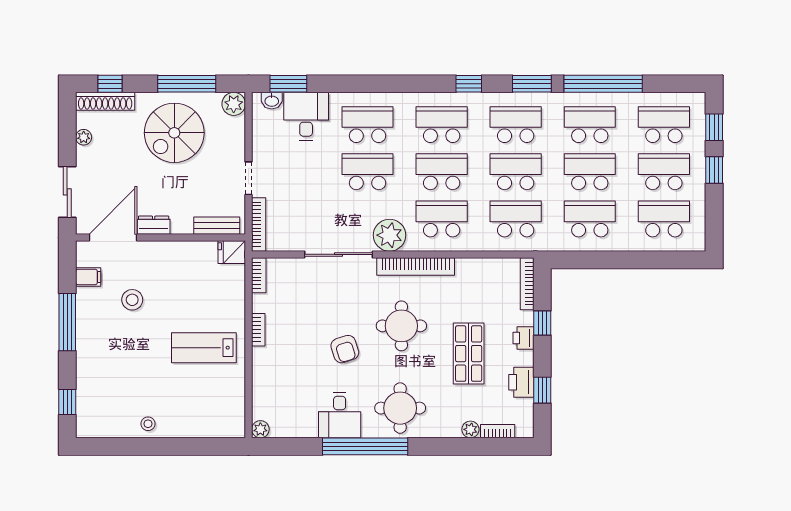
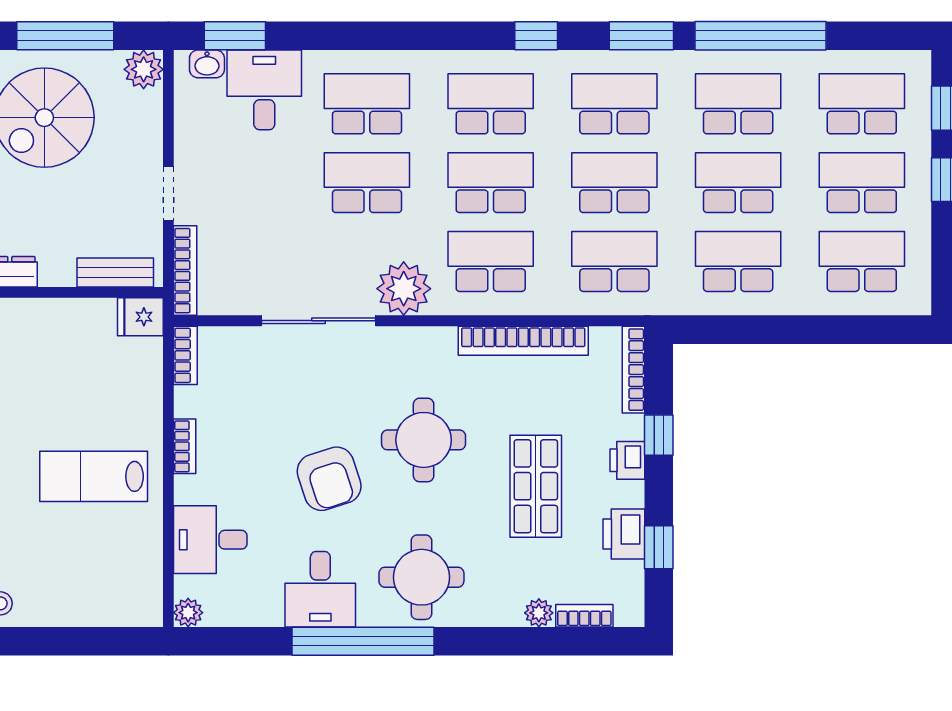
bookcase: (416, 266) -> (523, 341), moved
armchair: (345, 349) -> (329, 479), width x1.38, depth x1.38
desk: (274, 386) -> (210, 540), added

